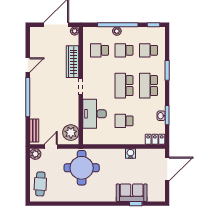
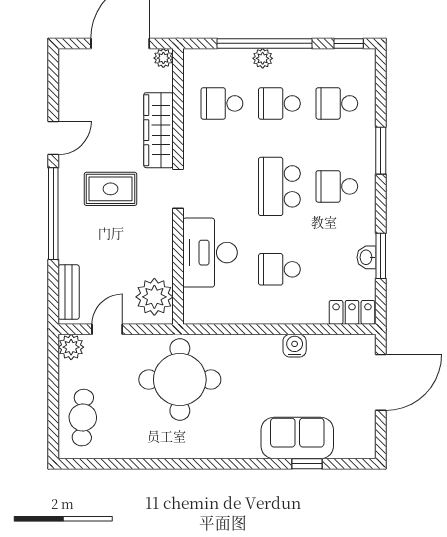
school desk: (148, 86) -> (337, 186), width x0.54
rug: (52, 87) -> (111, 189), added

